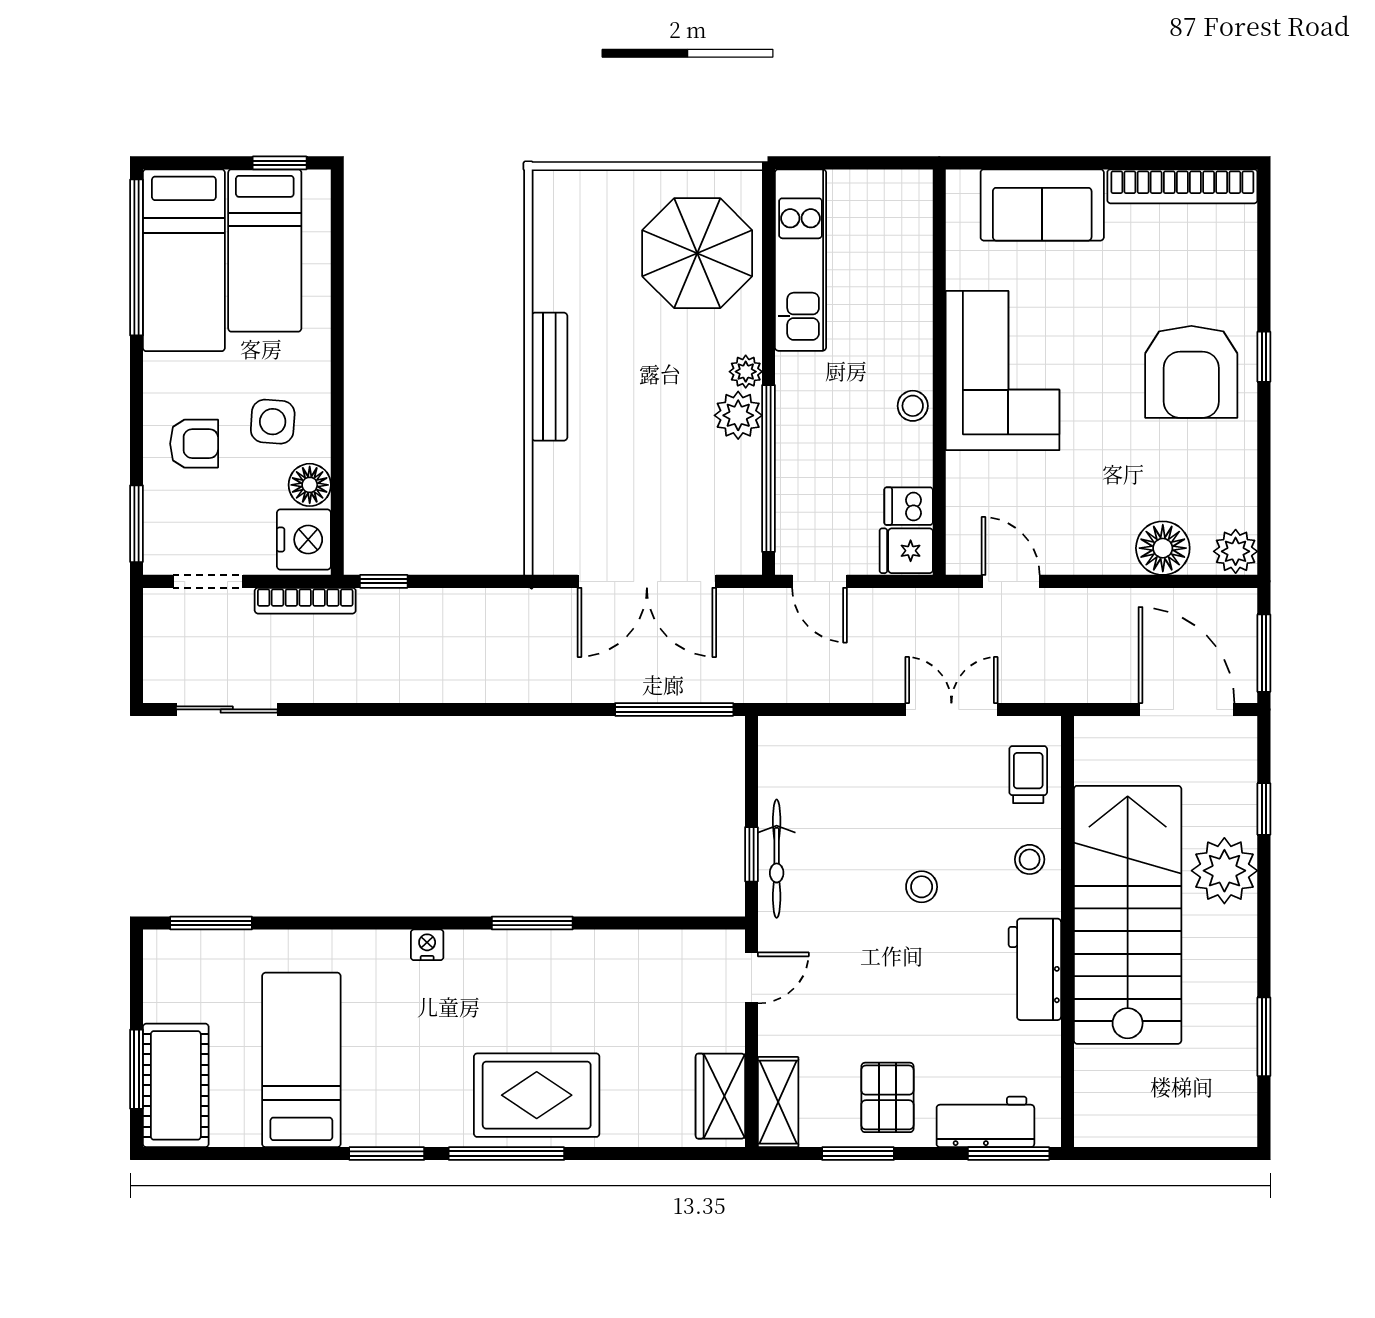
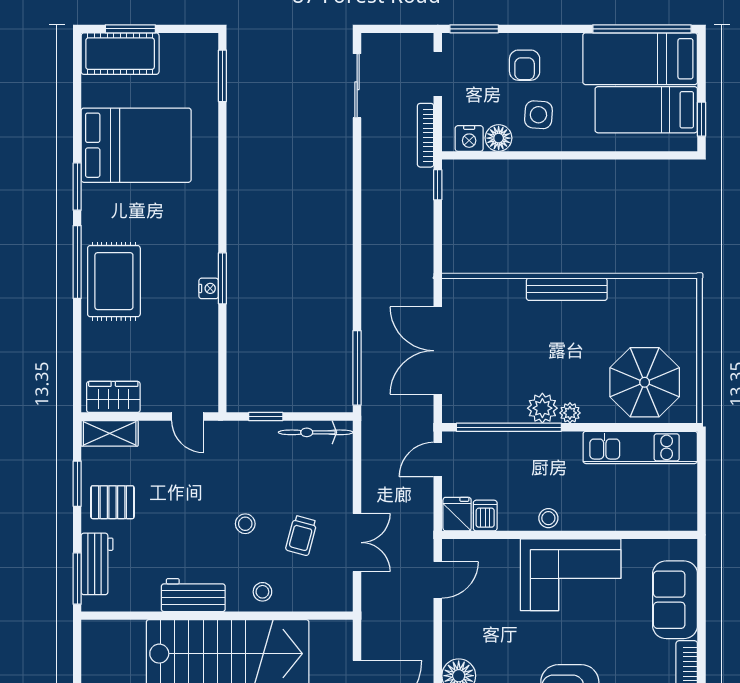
nightstand: (304, 540) -> (469, 139), width x0.74, depth x0.75
trolley: (1028, 775) -> (301, 535), moved, turned 105
bicycle: (777, 859) -> (316, 432), moved
nightstand: (427, 945) -> (209, 288), moved
bed: (301, 1060) -> (136, 145), width x1.50

